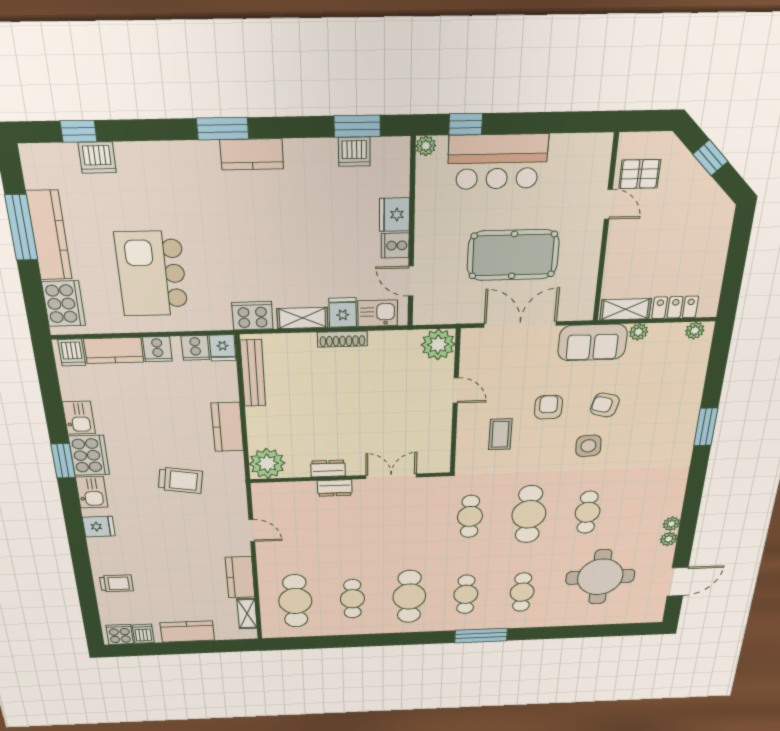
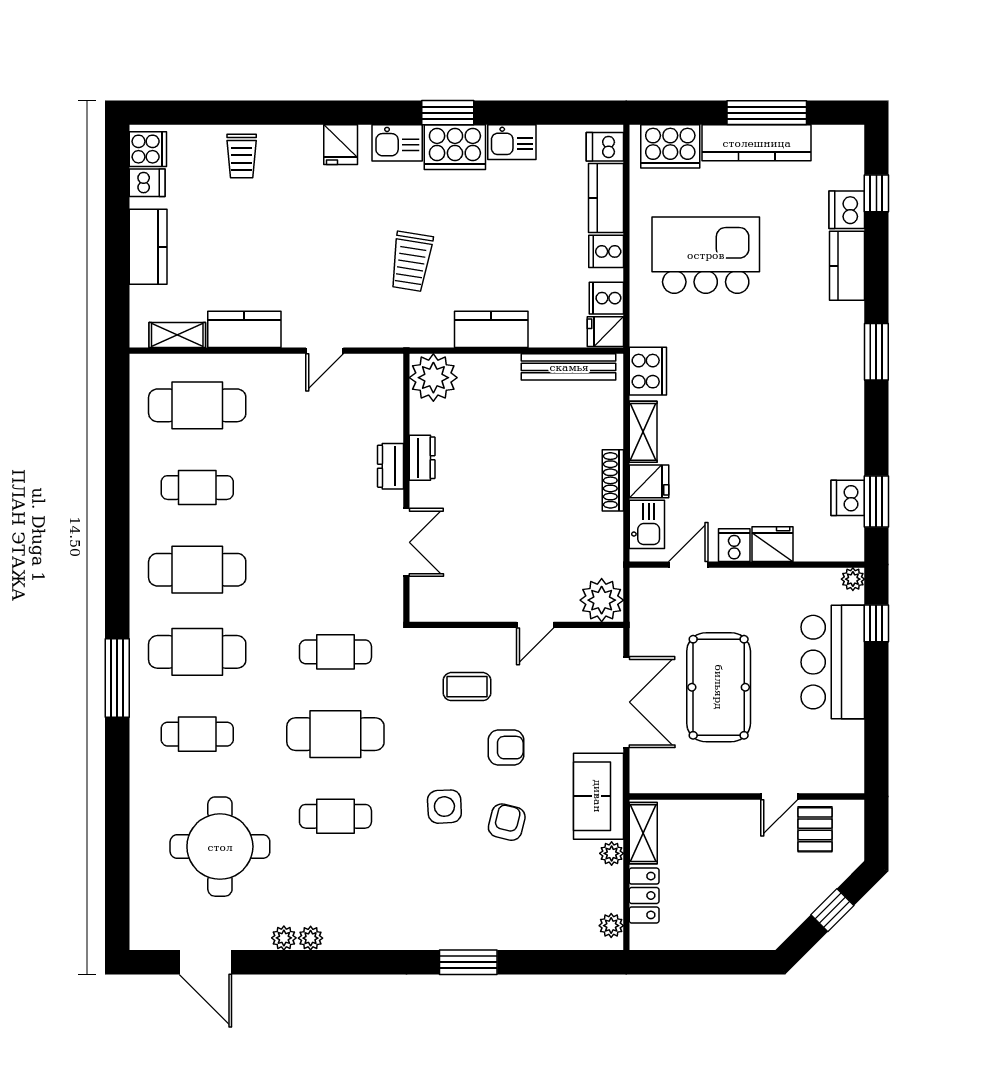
kitchen counter: (252, 154) -> (847, 266), moved
cafe table: (466, 594) -> (197, 652), width x1.37, depth x1.35

